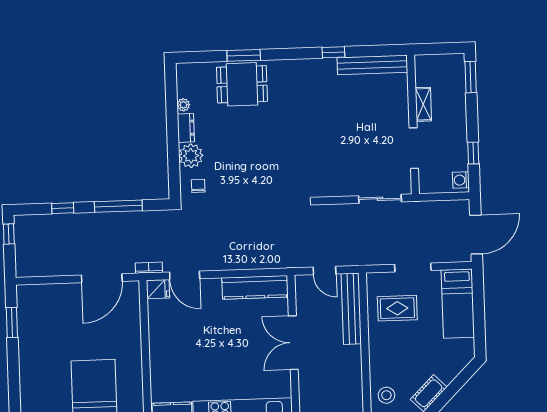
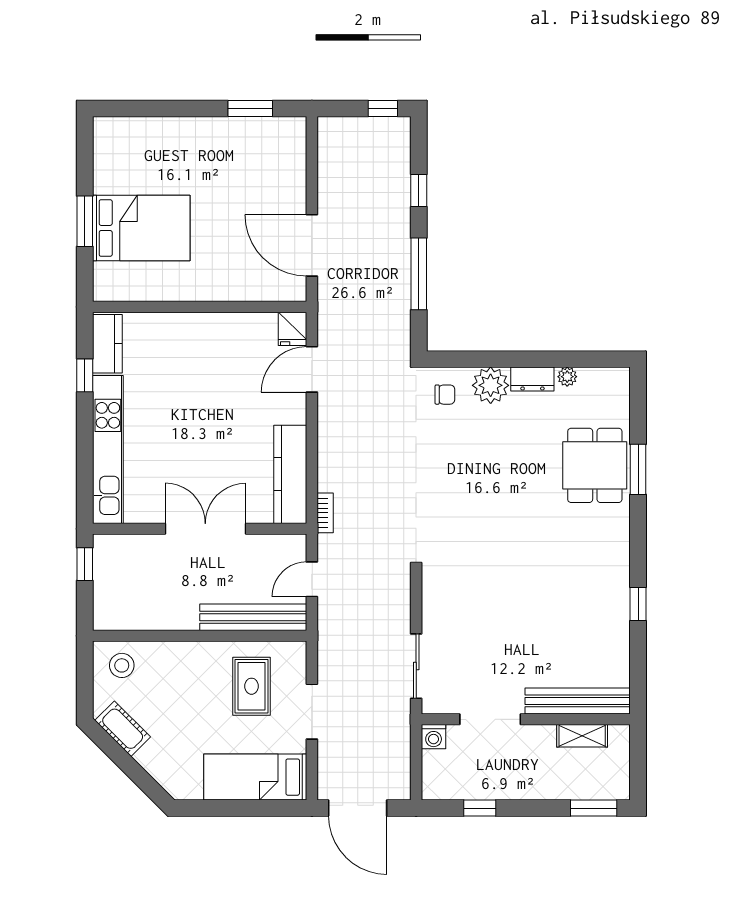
bench: (372, 65) -> (578, 701), moved, turned 90
shelving: (423, 104) -> (582, 736), moved
washing machine: (461, 180) -> (434, 737), moved, turned 180
bookcase: (149, 268) -> (325, 513), moved

